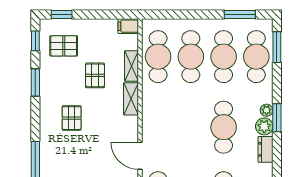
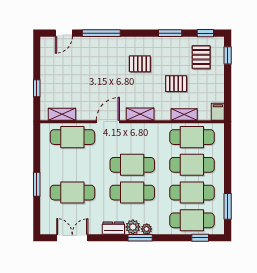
window: (277, 47) -> (200, 238), width x0.67
shelving: (131, 99) -> (140, 114), moved
cafe table: (191, 127) -> (132, 165), added

